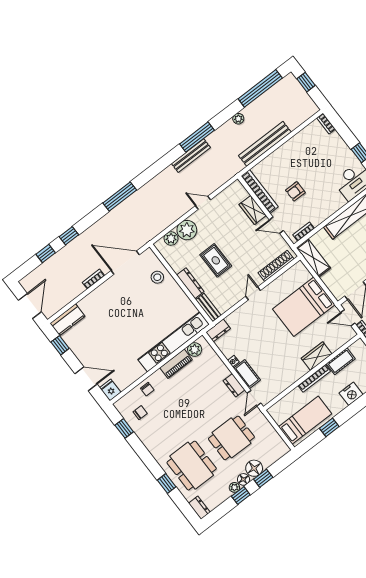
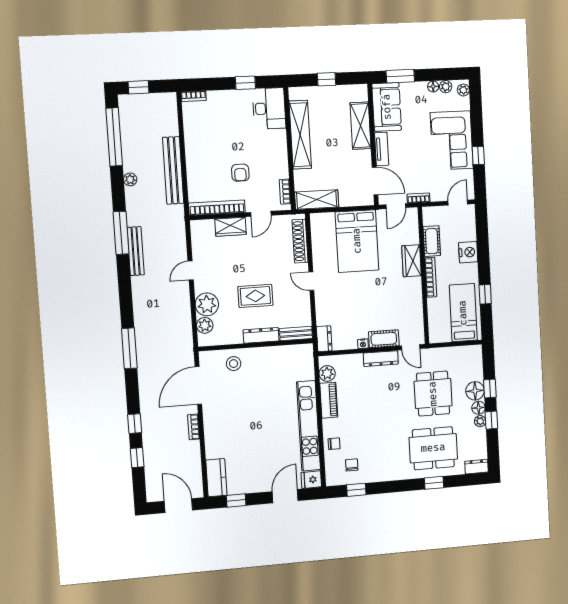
kitchen unit: (174, 342) -> (309, 426), moved
dresser: (234, 385) -> (381, 359), width x1.44

